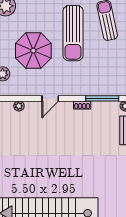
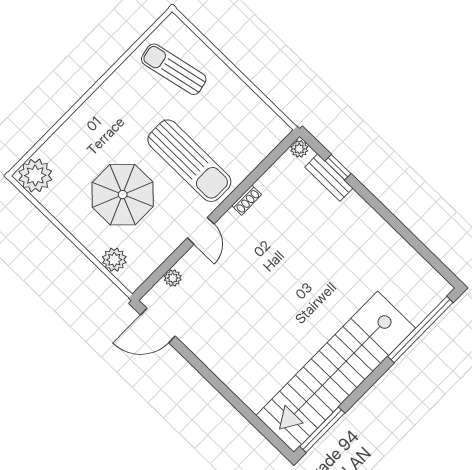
sun lounger: (73, 33) -> (189, 161), moved
window: (102, 98) -> (262, 168), removed

